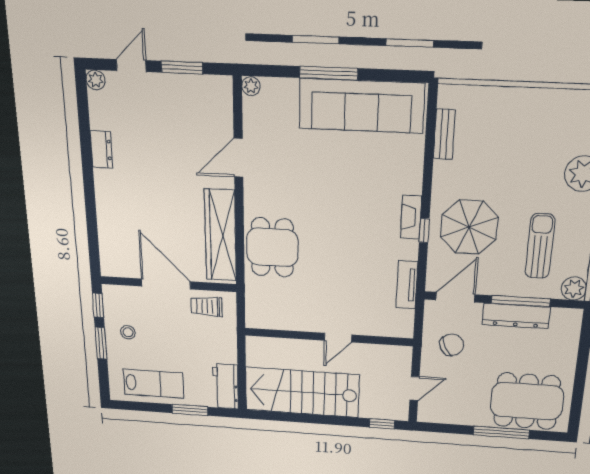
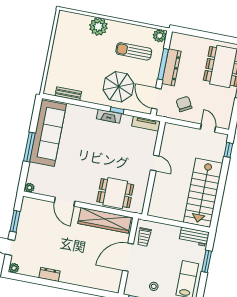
wall: (328, 337) -> (154, 168), moved
door: (338, 338) -> (155, 163), moved

